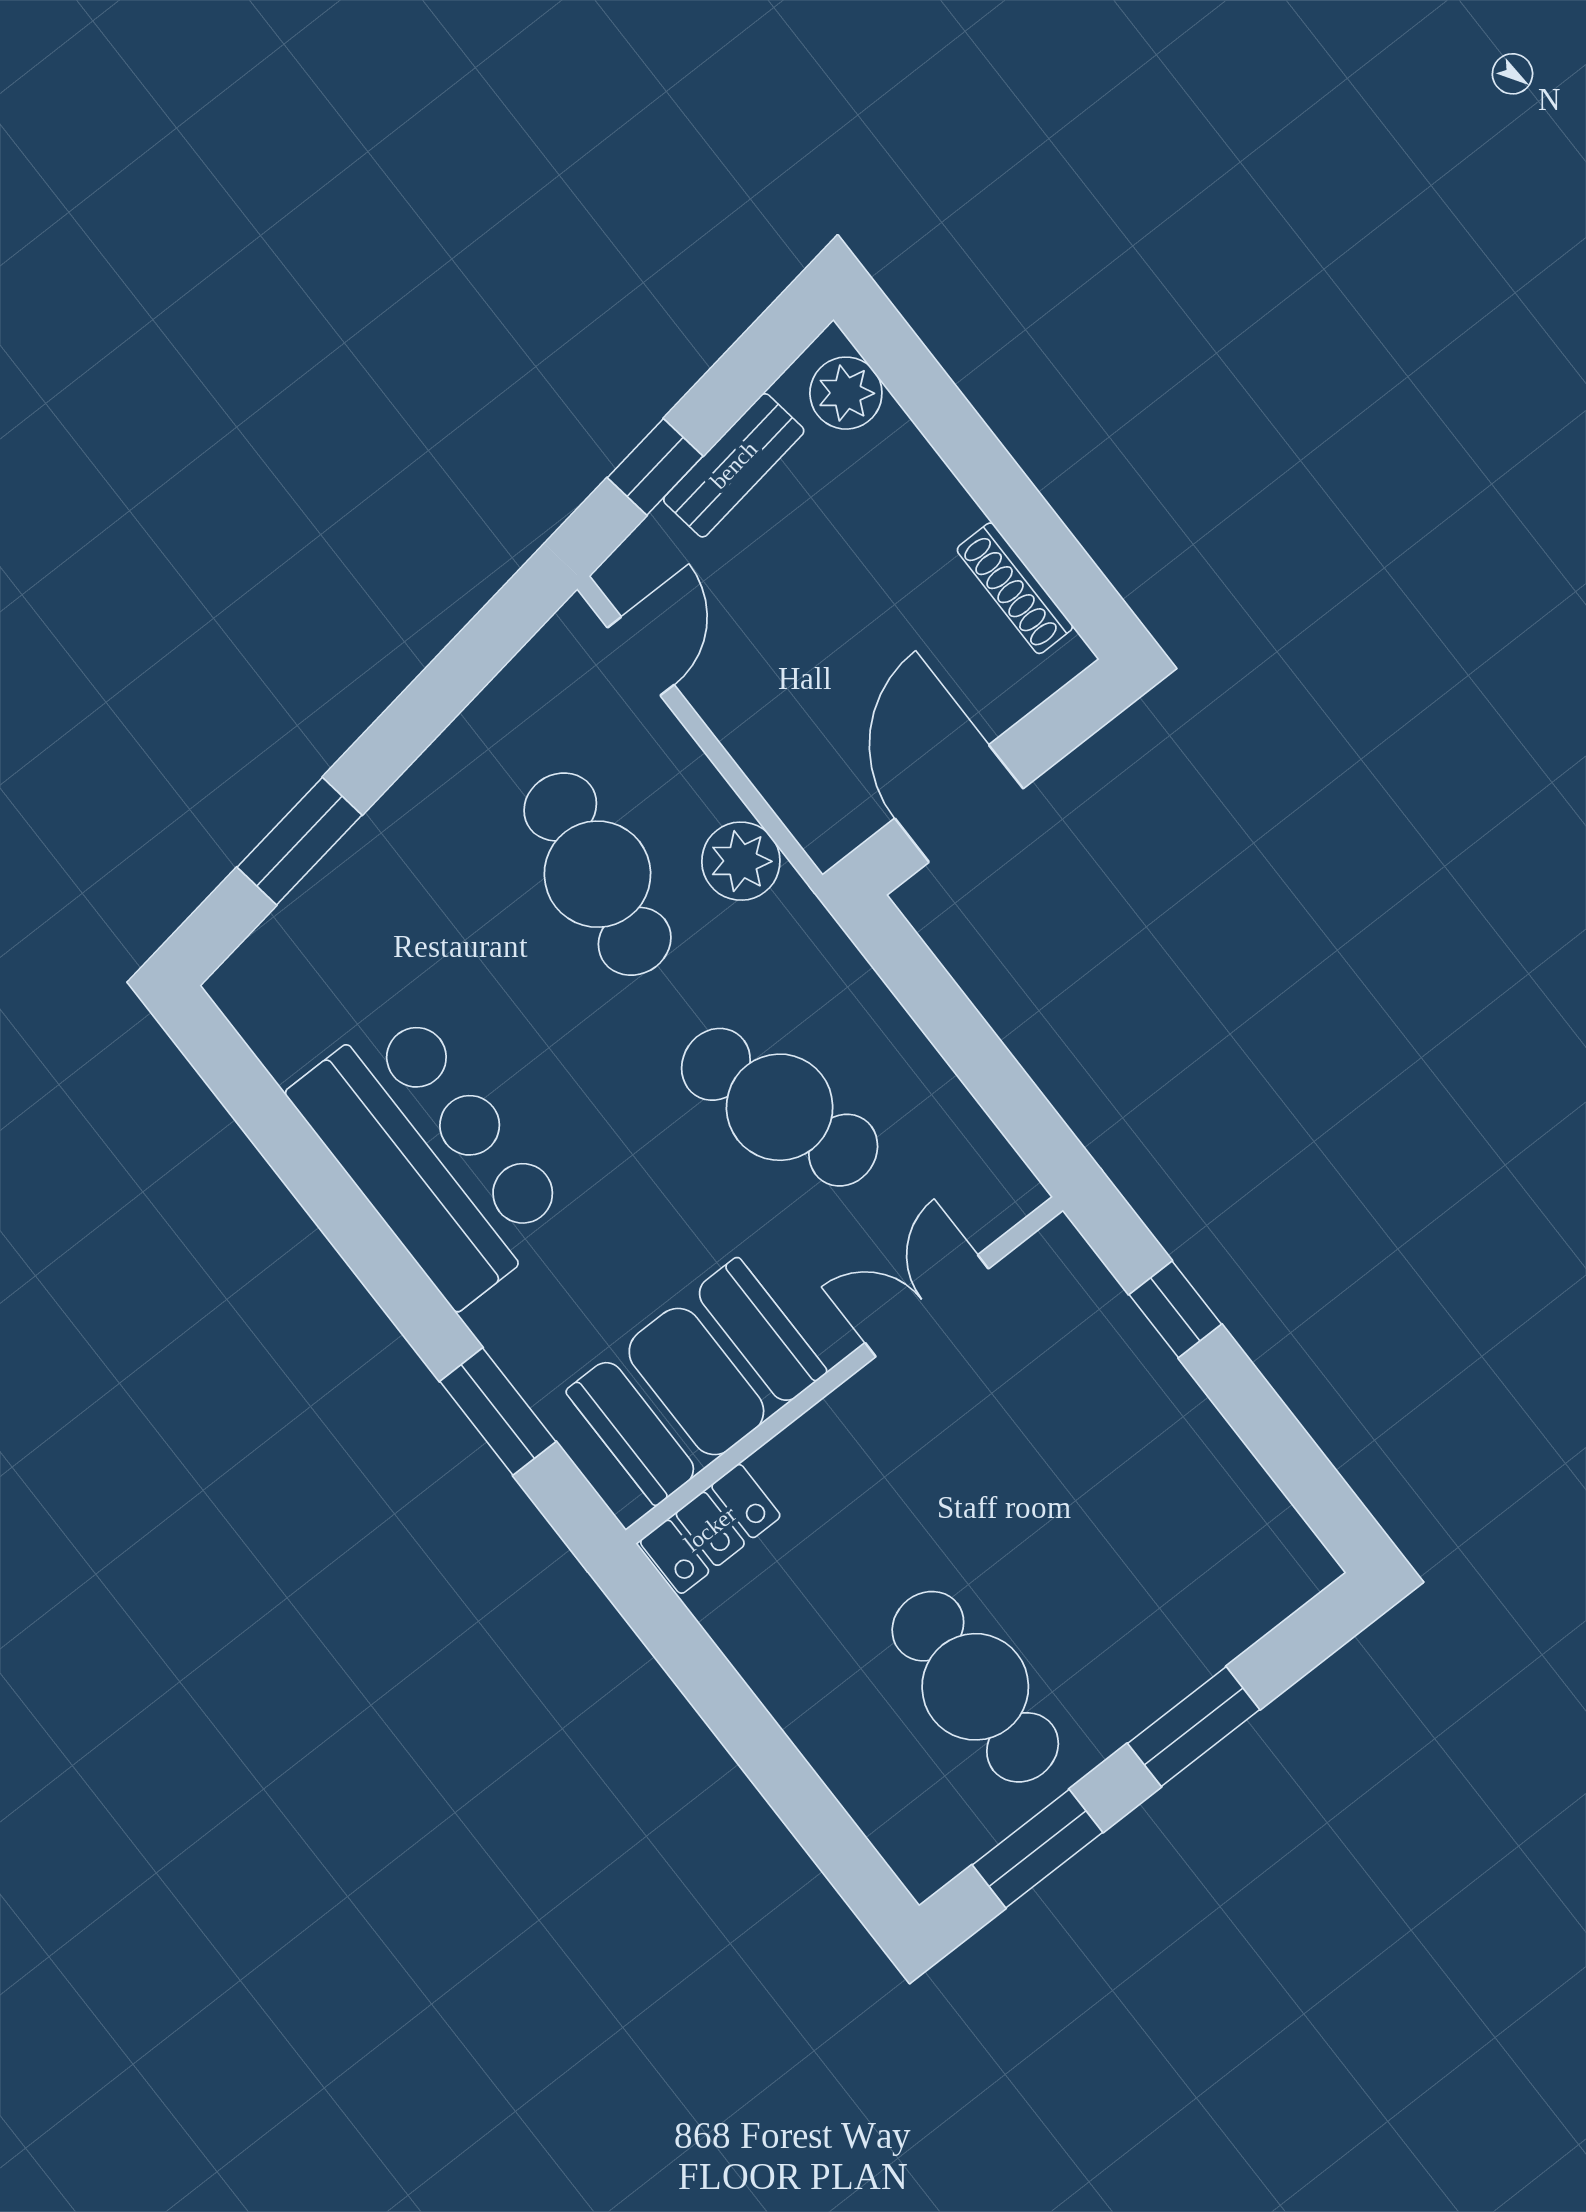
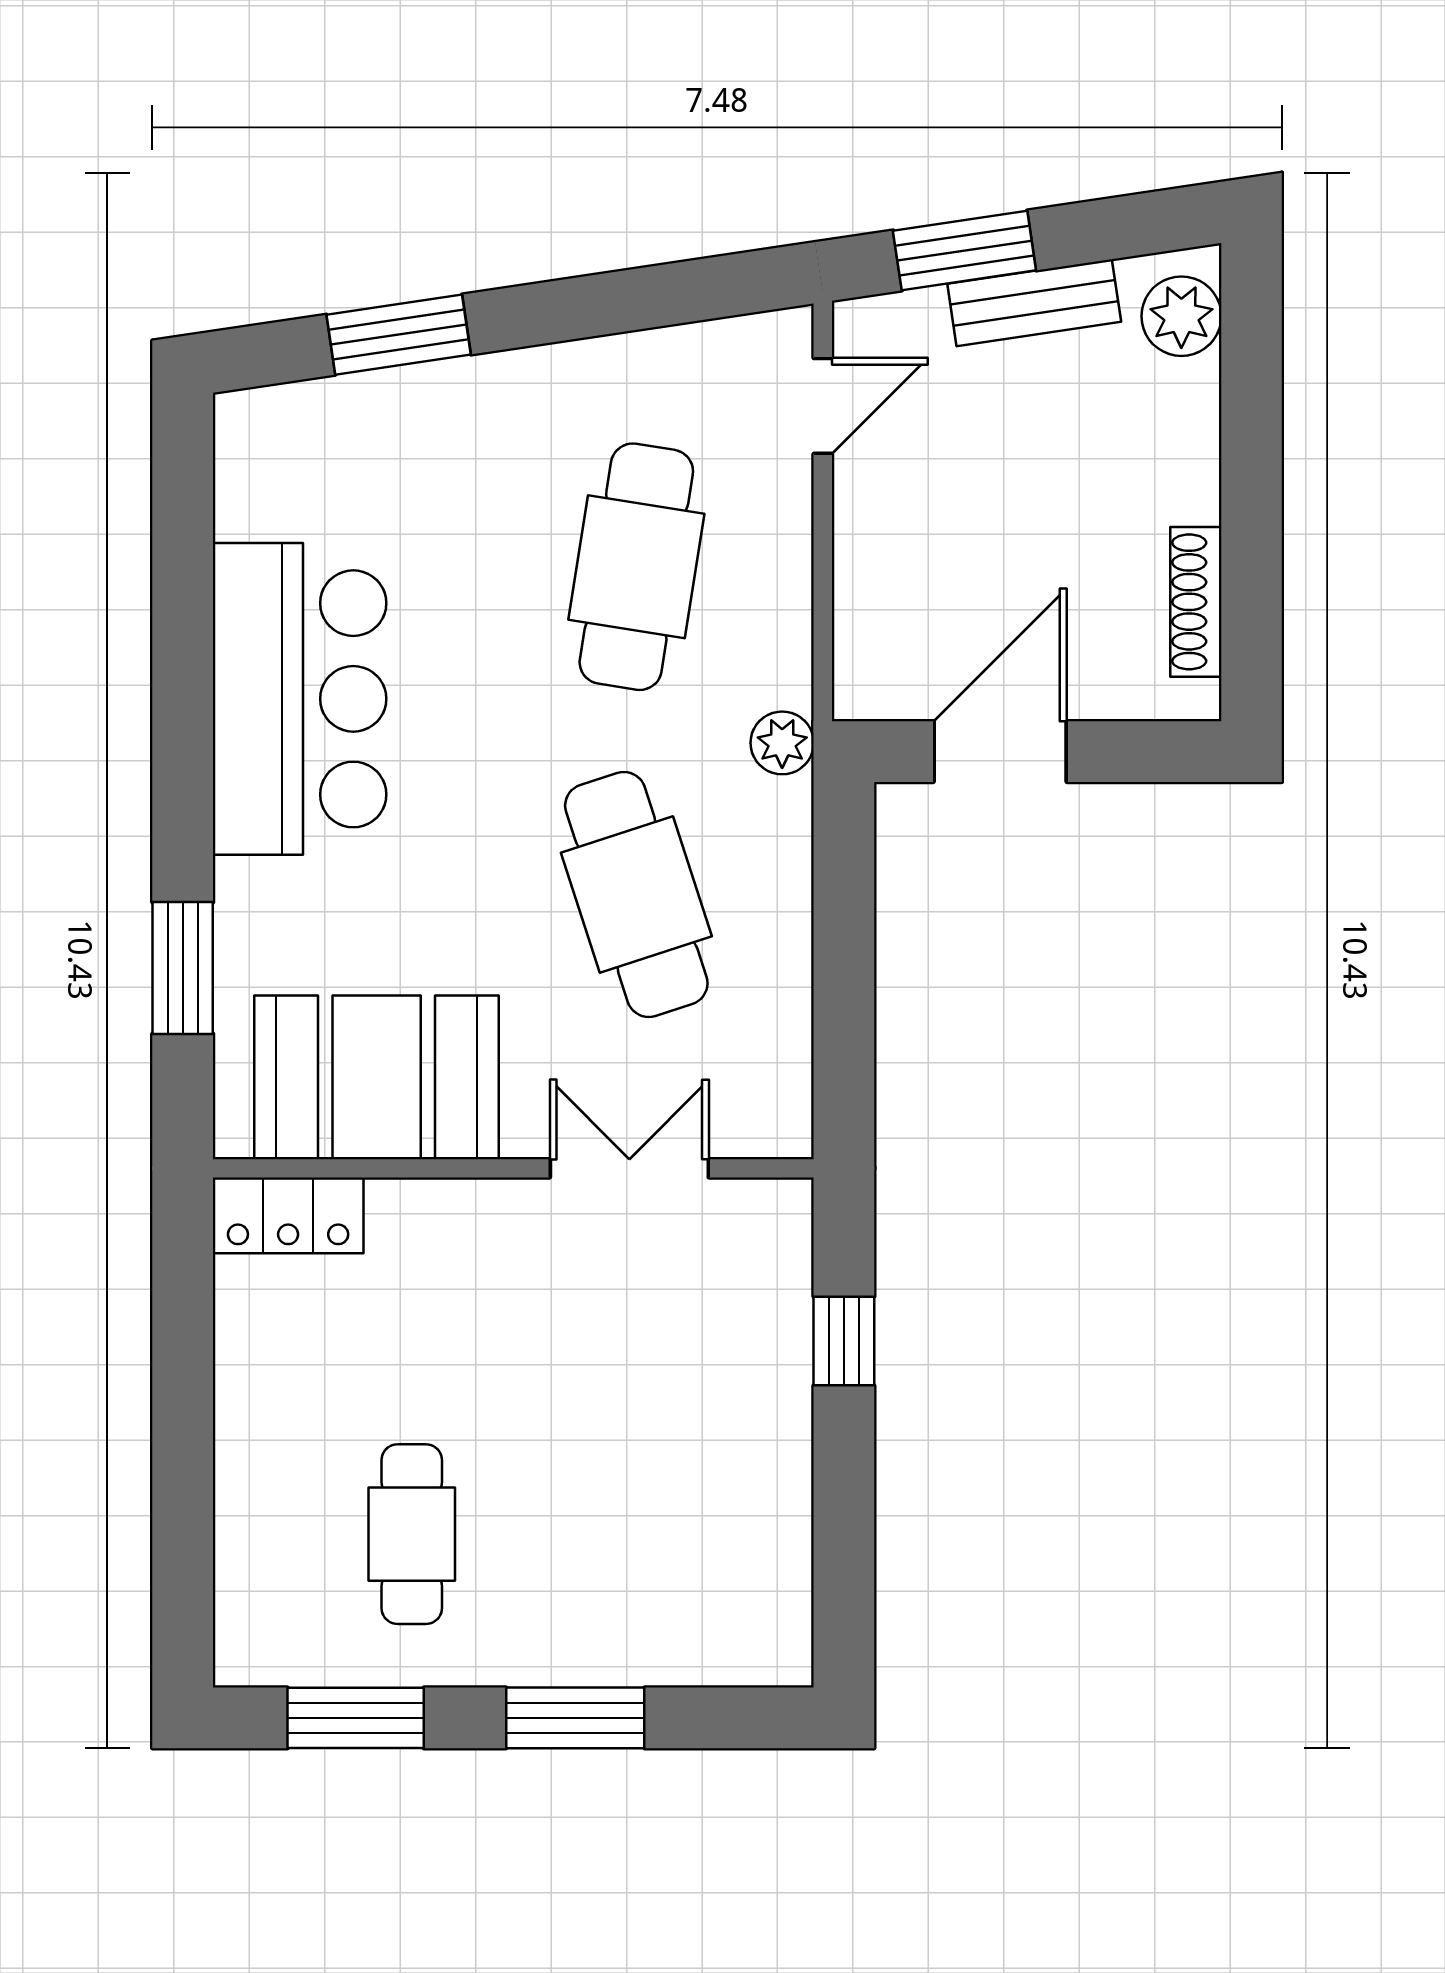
window: (655, 467) -> (964, 250), width x1.50
plant: (741, 861) -> (782, 743), moved, width x0.73, depth x0.73
cafe table: (975, 1687) -> (412, 1534), width x0.73, depth x0.74

